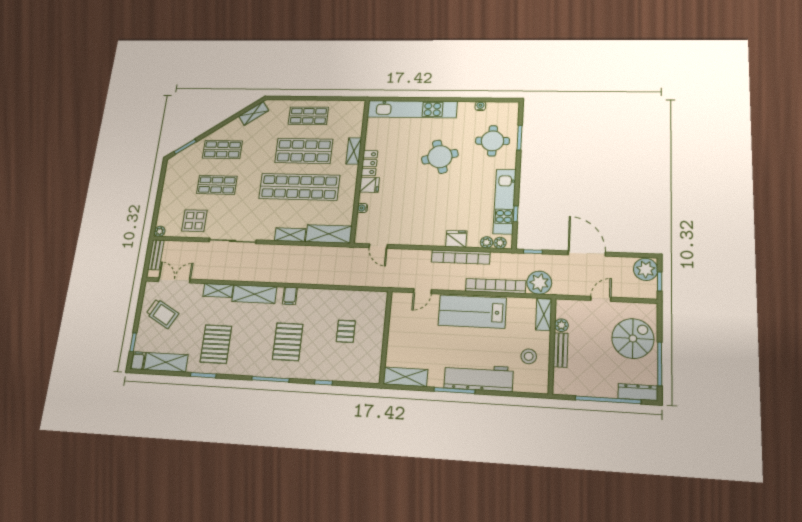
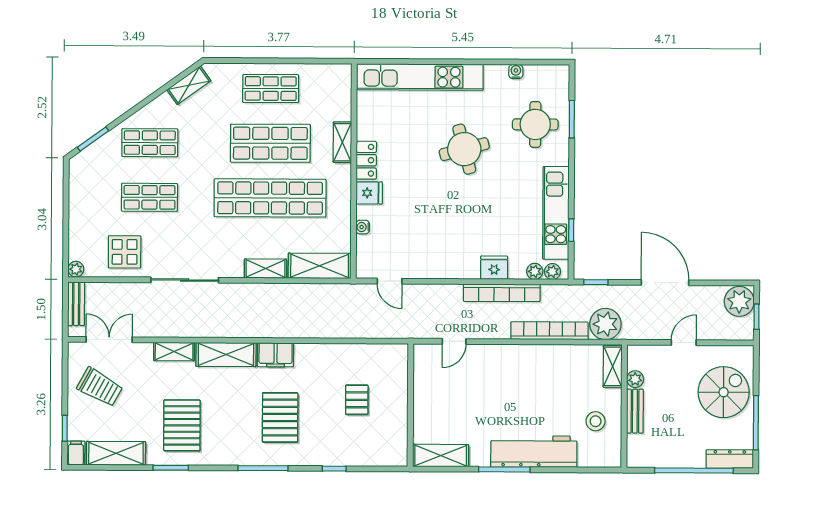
filing cabinet: (290, 296) -> (276, 355), width x2.00
lab bench: (472, 312) -> (521, 366), removed

